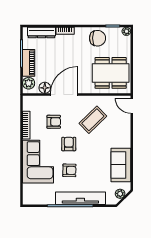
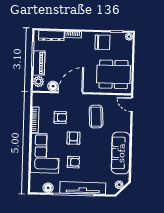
coffee table: (93, 120) -> (96, 117), turned -49
sofa: (121, 165) -> (121, 153), width x1.36
floor lamp: (42, 199) -> (48, 188), added

